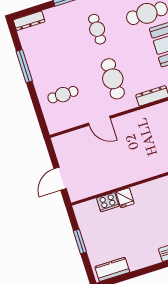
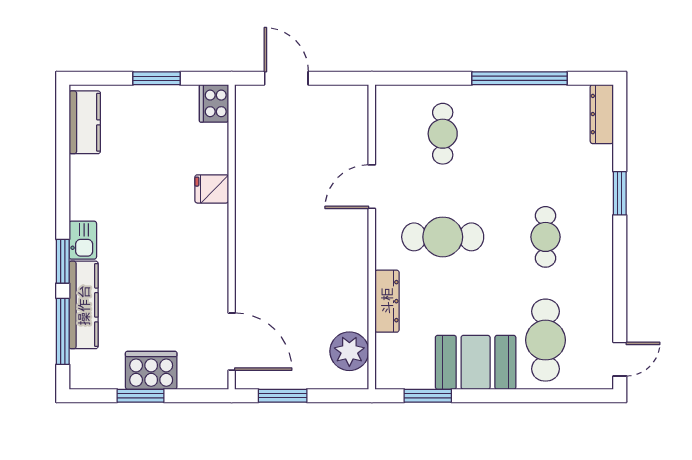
cafe table: (97, 29) -> (546, 237), turned 90
window: (24, 66) -> (519, 78), width x1.46
cooker: (108, 202) -> (214, 103), moved

